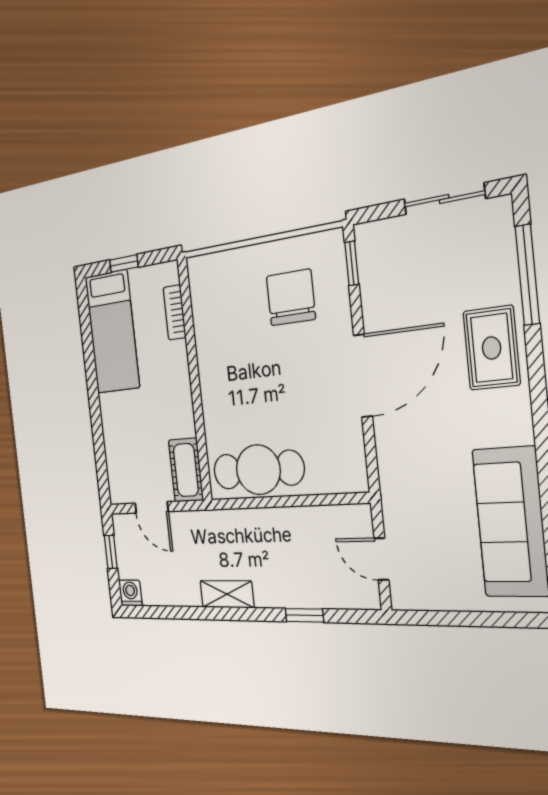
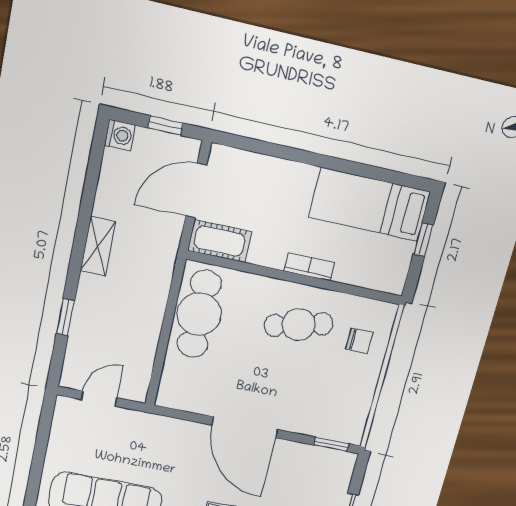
chair: (291, 298) -> (359, 341), moved, width x0.54, depth x0.54
bookcase: (175, 312) -> (309, 267), moved
cafe table: (236, 358) -> (299, 325), added
door: (152, 507) -> (196, 191), width x1.38

